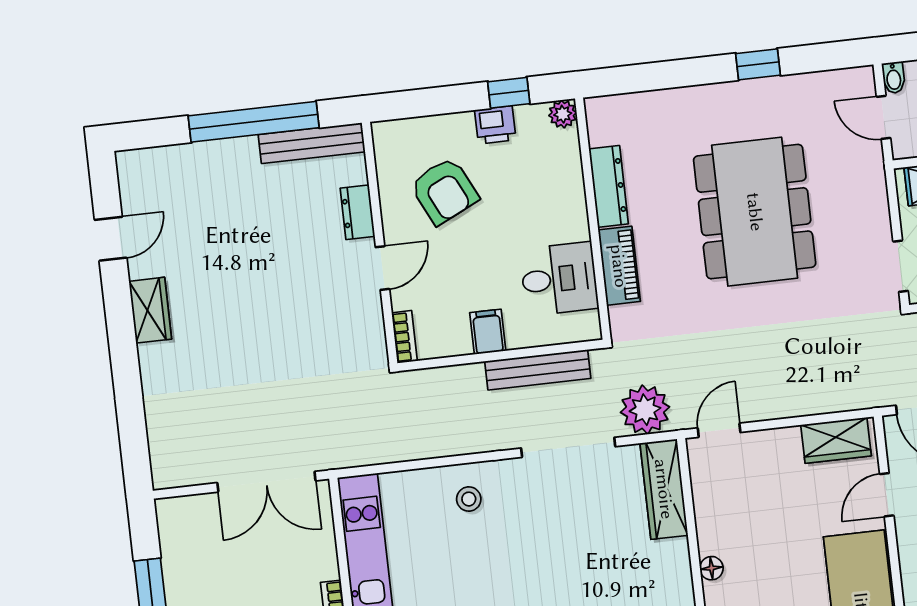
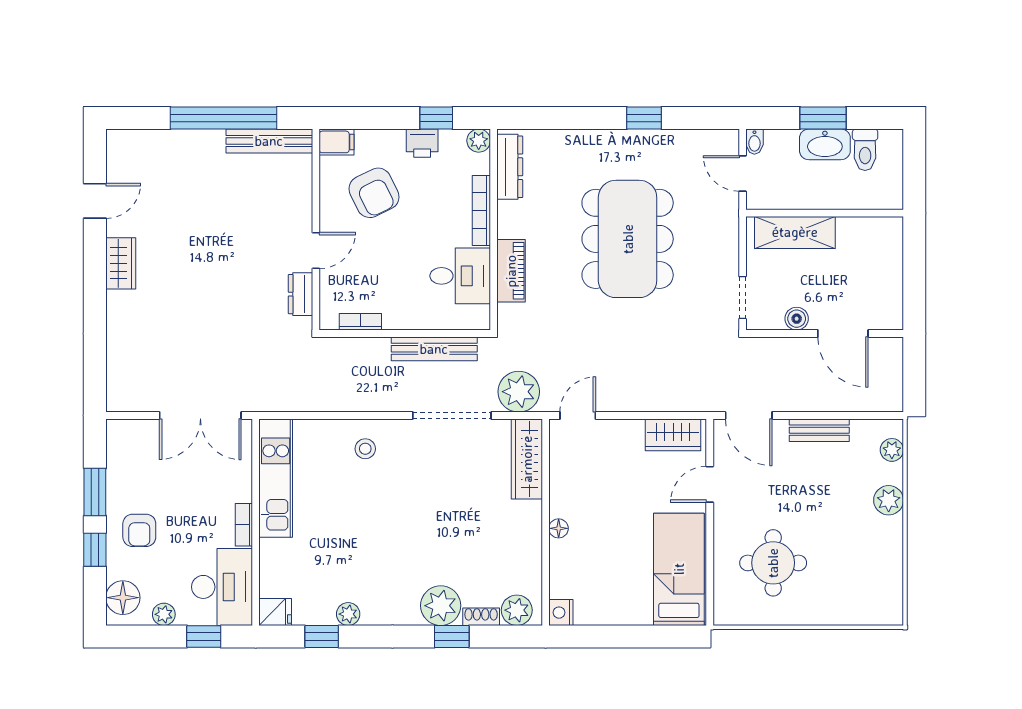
dresser: (609, 186) -> (510, 167), moved
bookcase: (575, 198) -> (481, 211), added
dresser: (357, 212) -> (301, 294), moved
filing cabinet: (488, 332) -> (337, 142), moved, turned 90
bookcase: (405, 337) -> (360, 322), moved, turned -90

